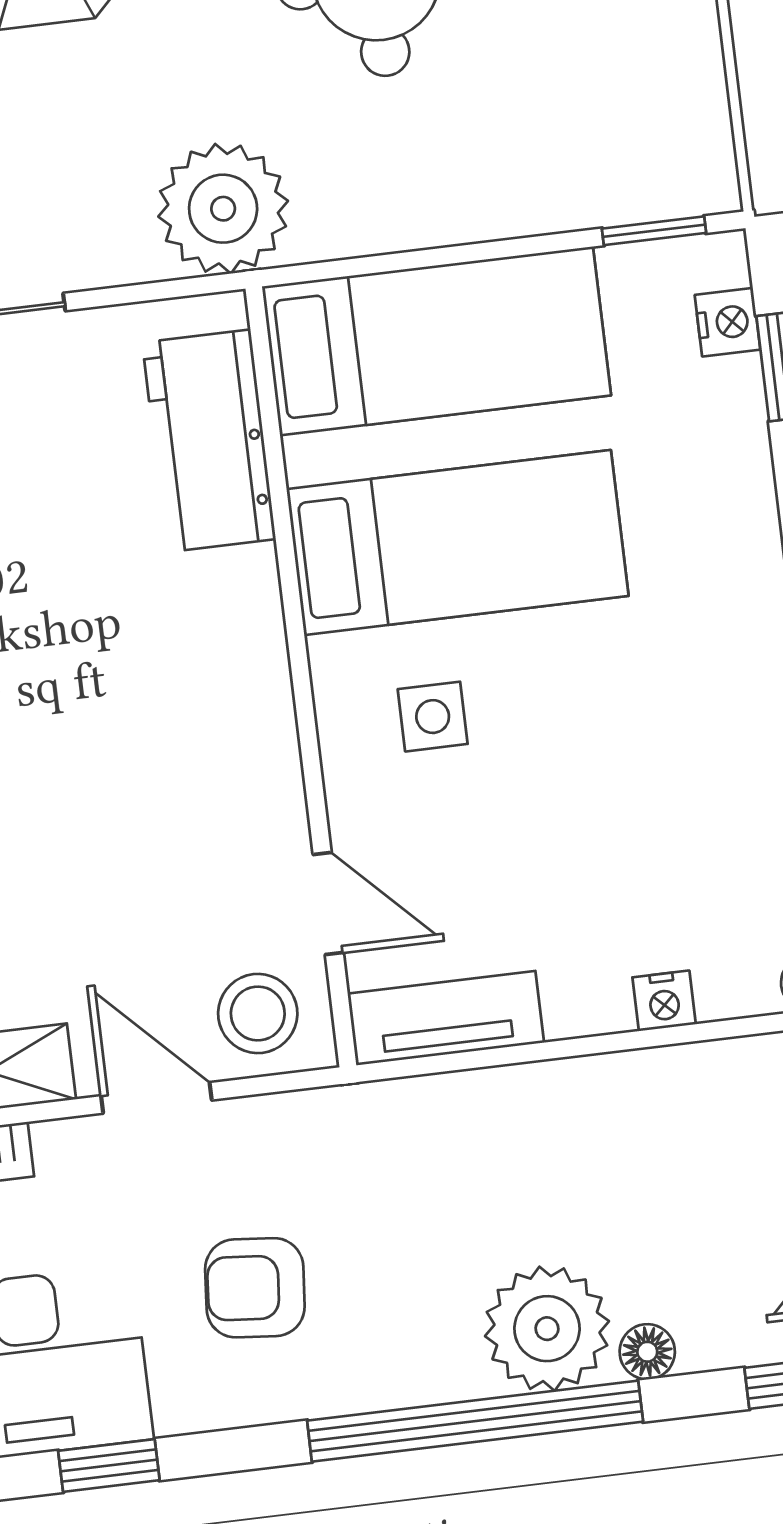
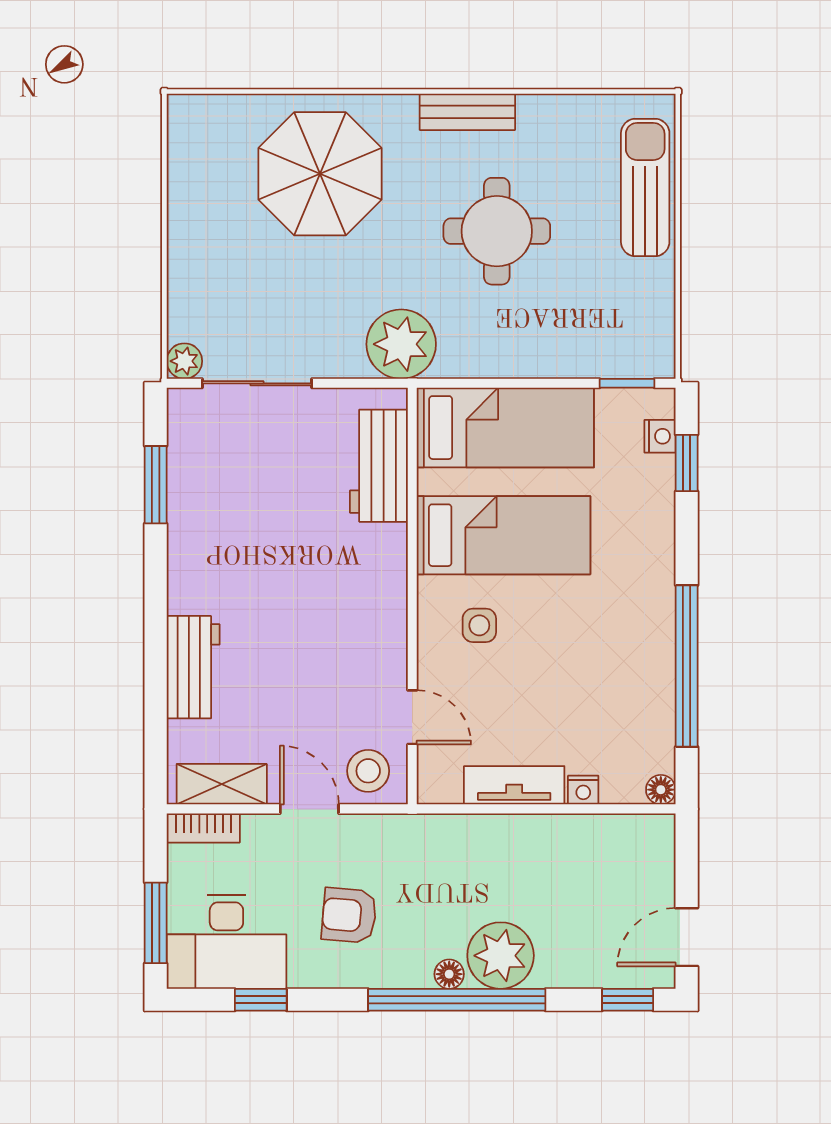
tv unit: (446, 1018) -> (514, 785), moved
floor lamp: (647, 1352) -> (449, 974), moved

